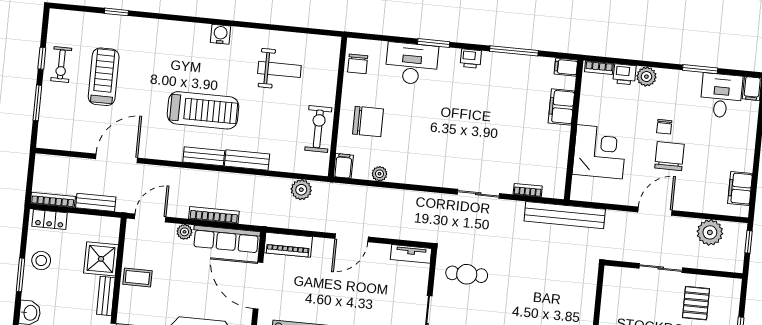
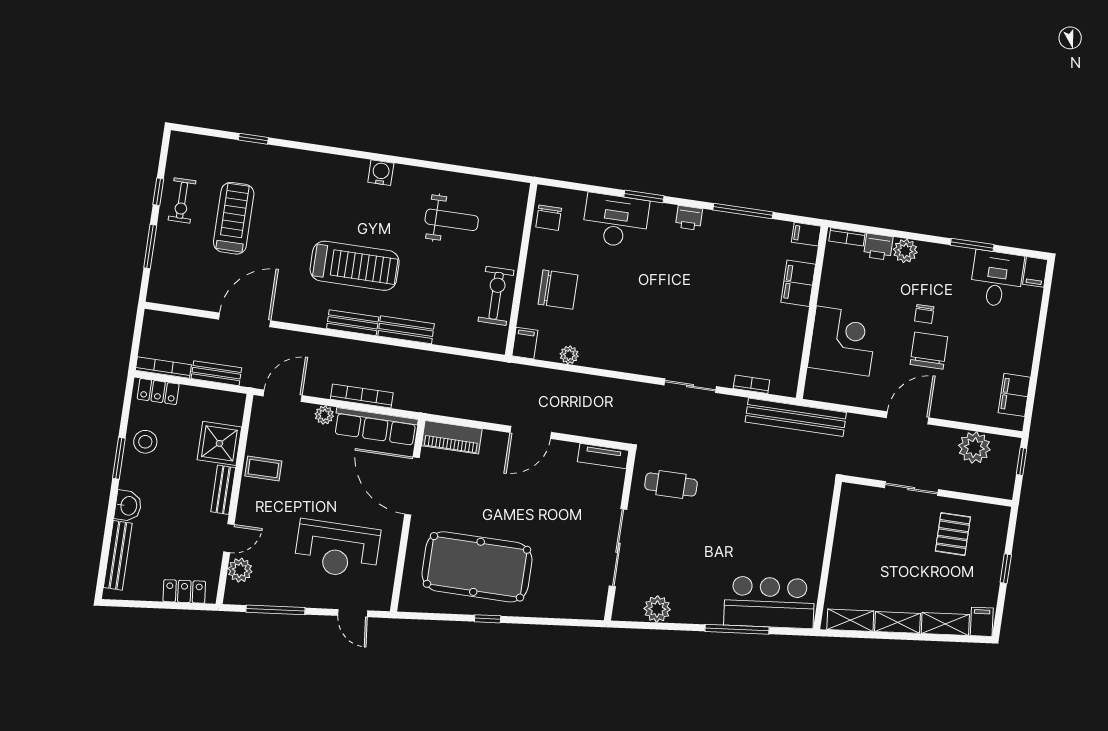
plant: (301, 190) -> (471, 370), removed

